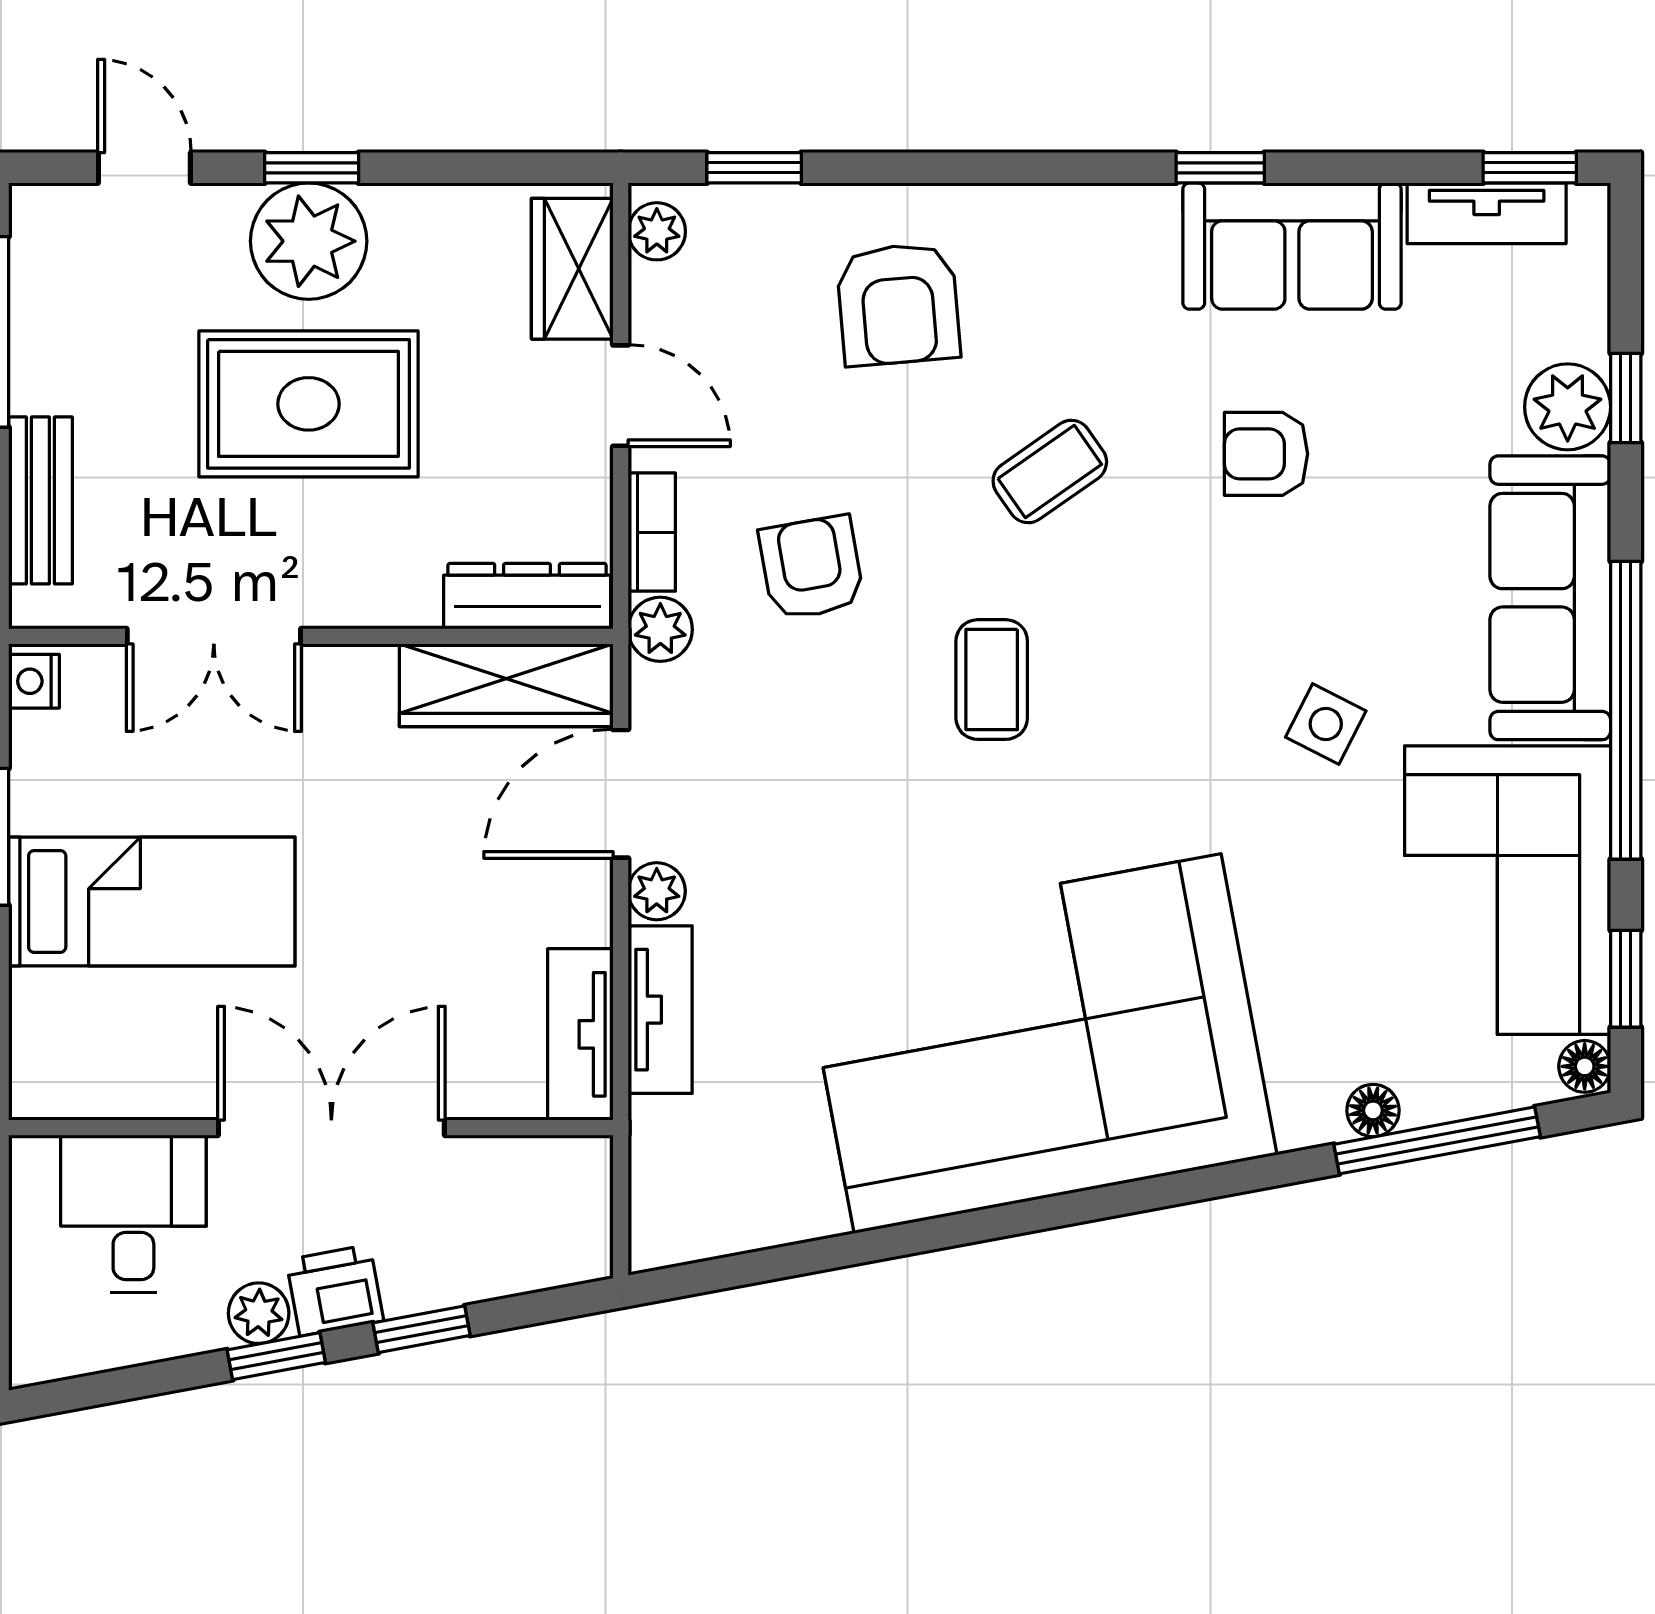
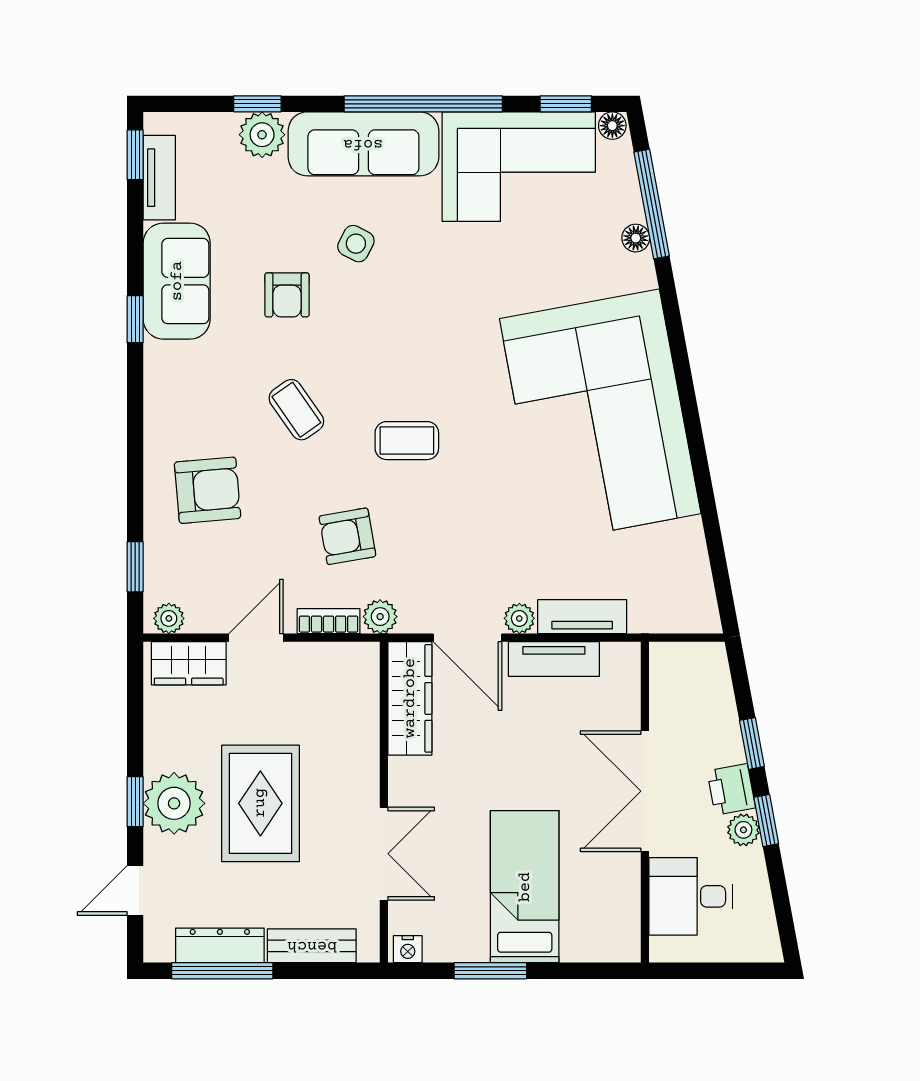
dresser: (527, 596) -> (220, 945), moved, turned 90
side table: (1326, 724) -> (356, 244), moved
tv unit: (580, 1034) -> (554, 659), moved

